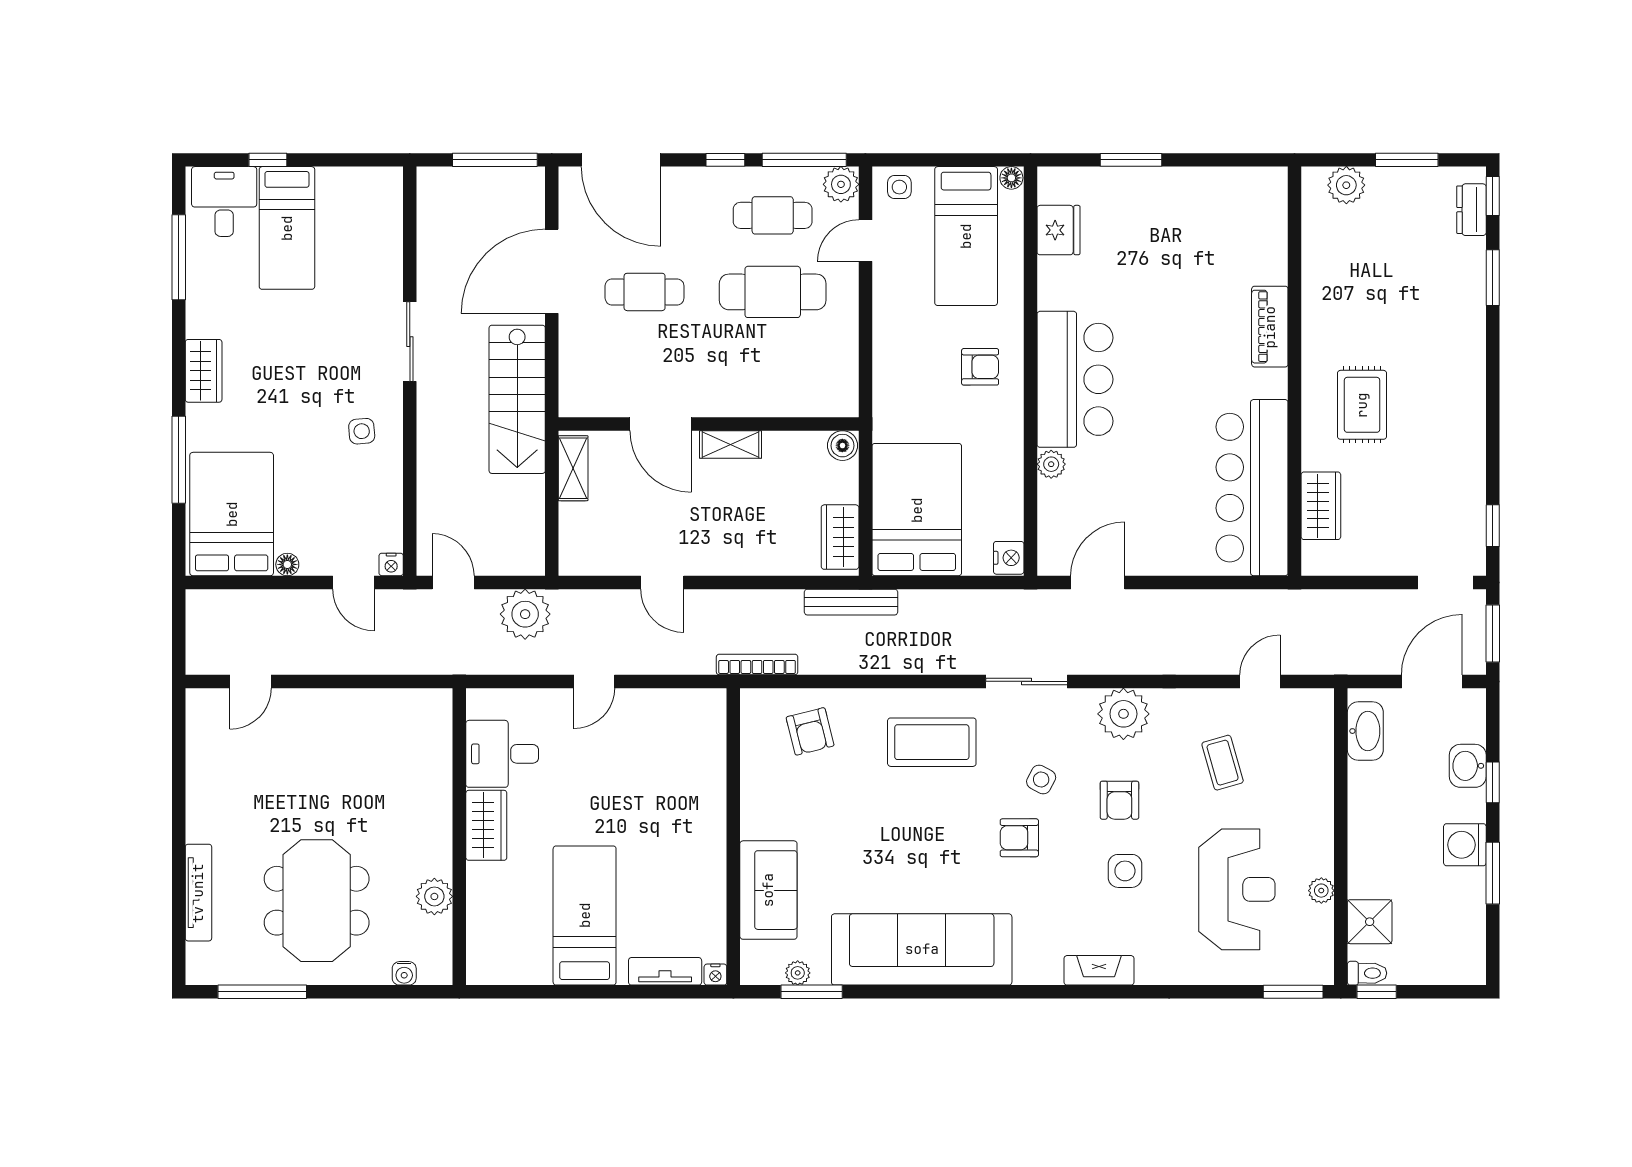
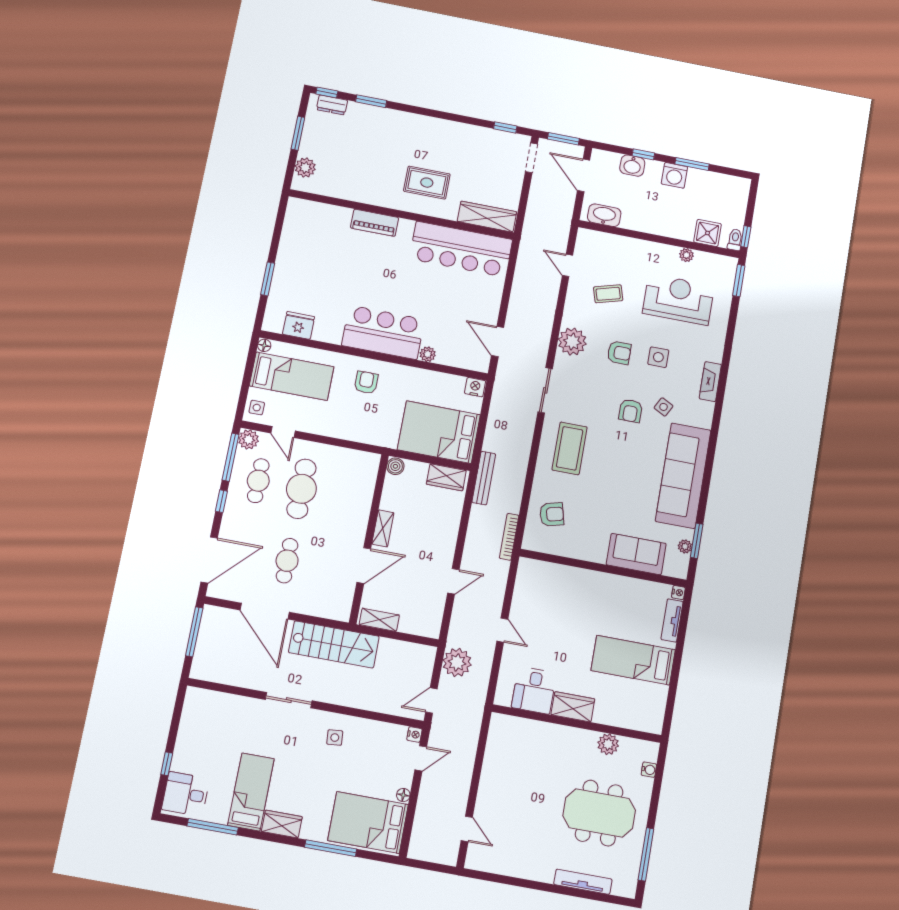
bed: (287, 228) -> (251, 792), moved, turned -90
wardrobe: (1321, 506) -> (487, 217), width x1.50
side table: (1041, 779) -> (664, 407), moved

